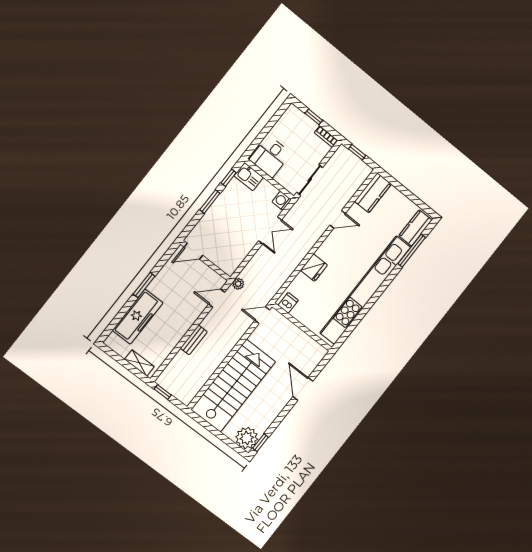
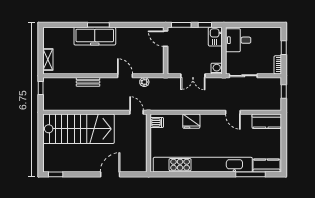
door: (193, 251) -> (166, 39), moved
wall: (205, 261) -> (166, 51), moved
freezer: (138, 317) -> (95, 36), moved
plant: (247, 438) -> (52, 163), removed

